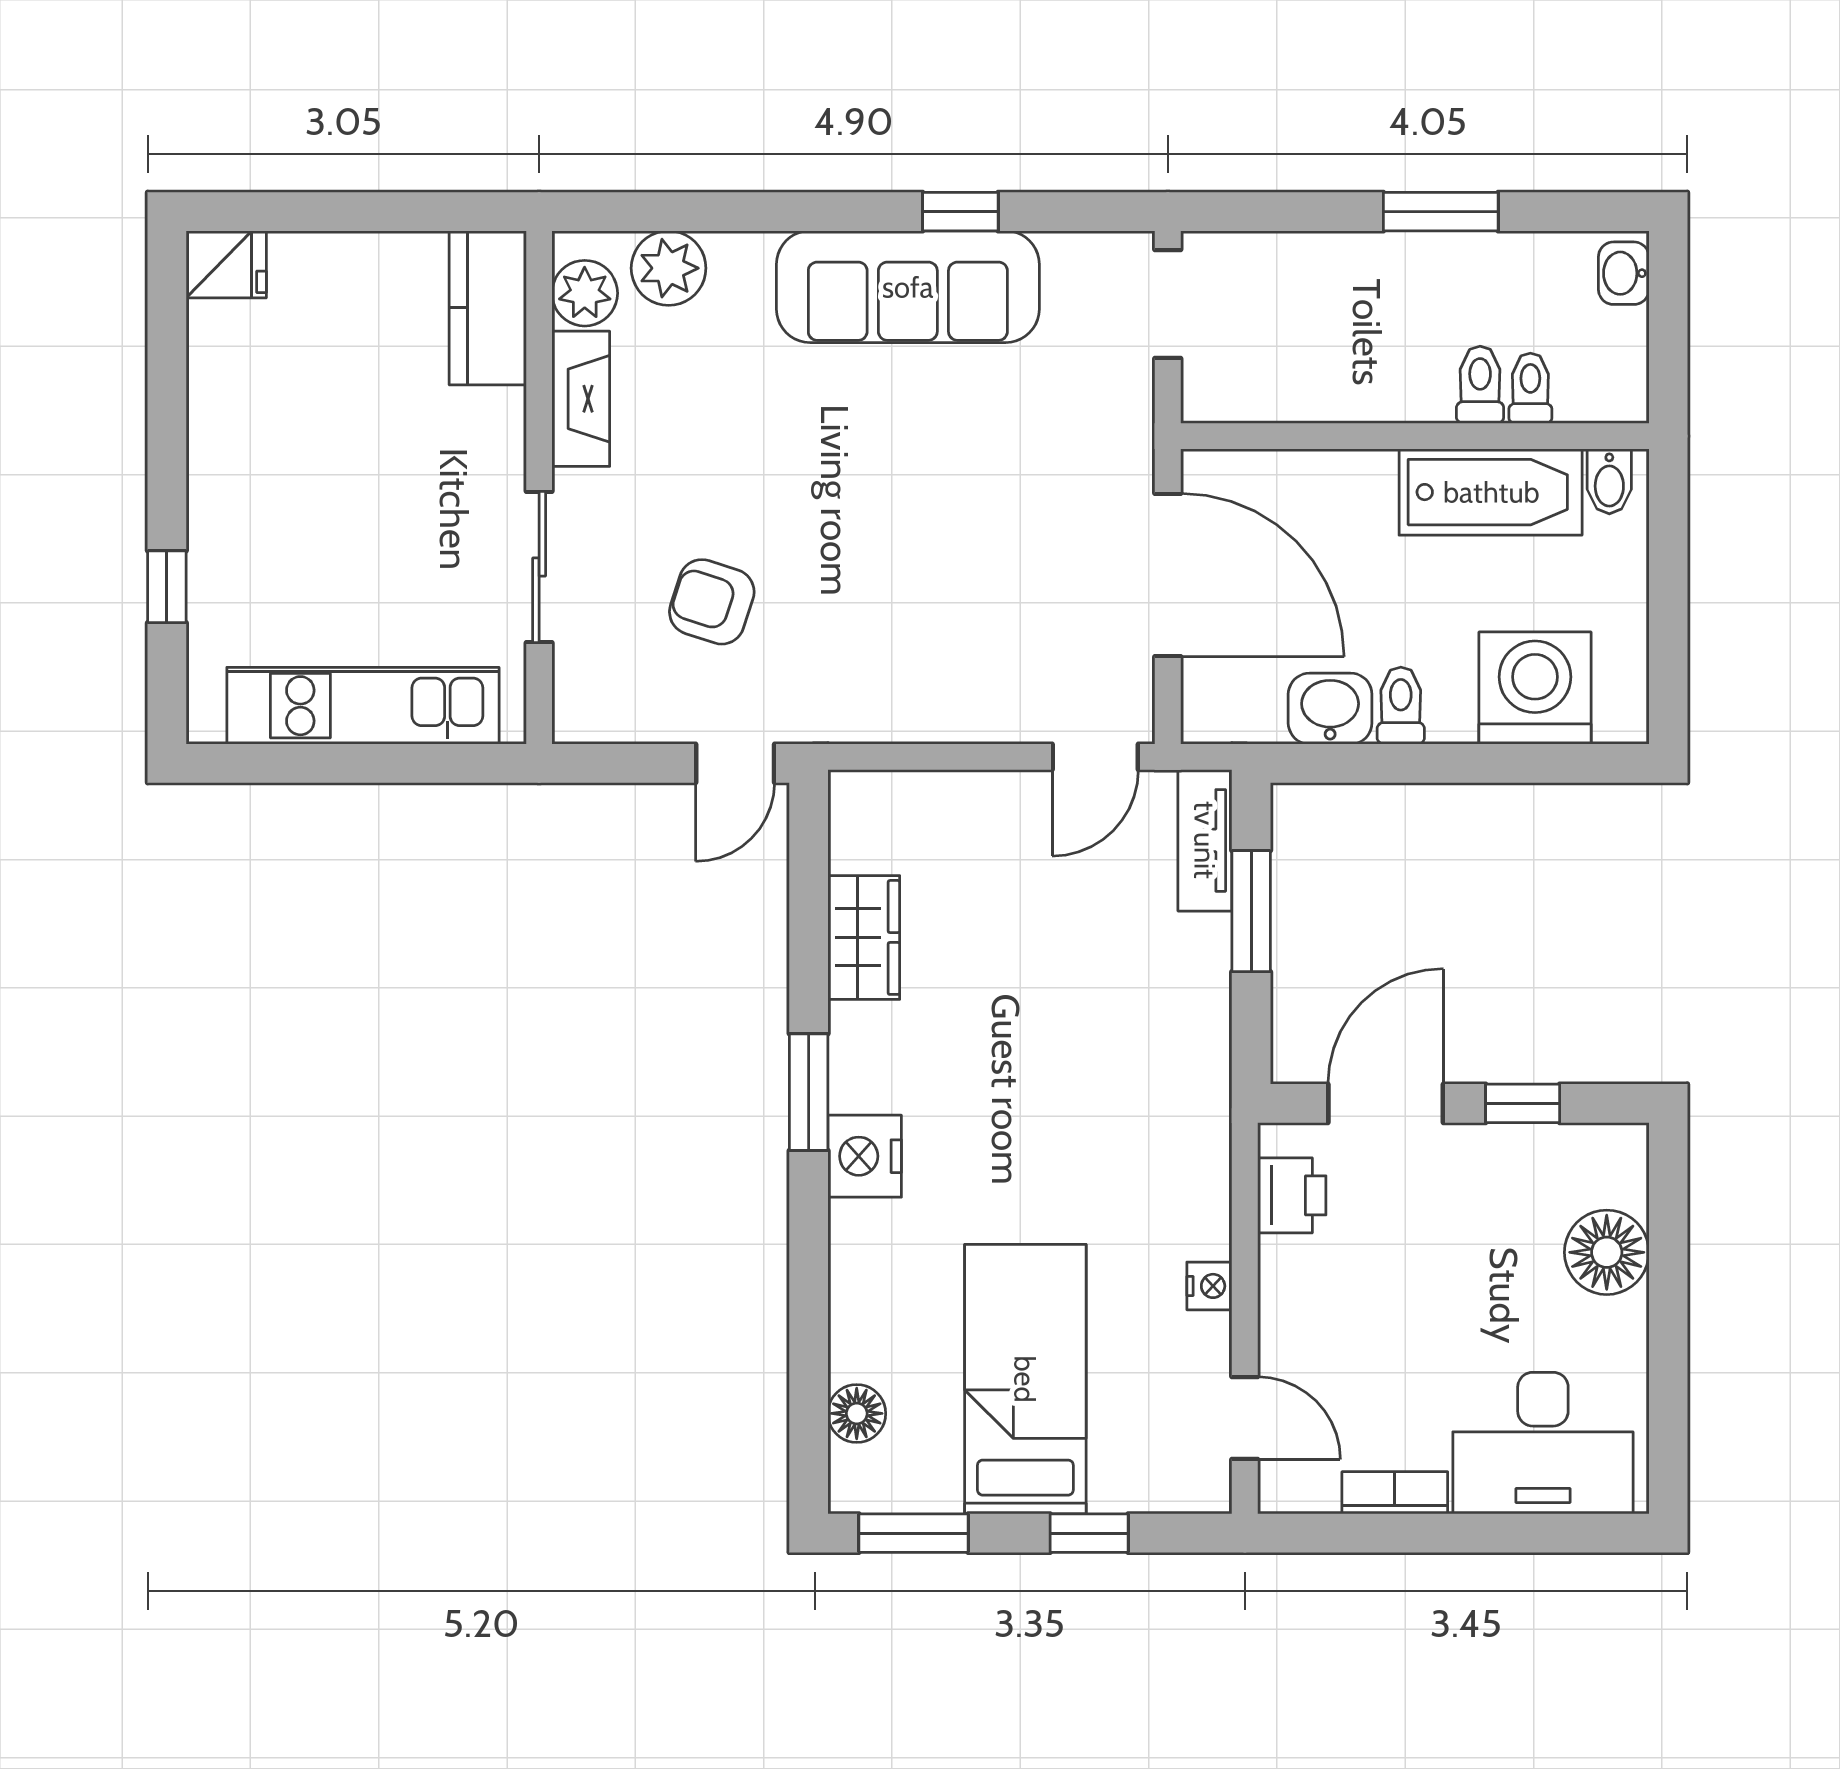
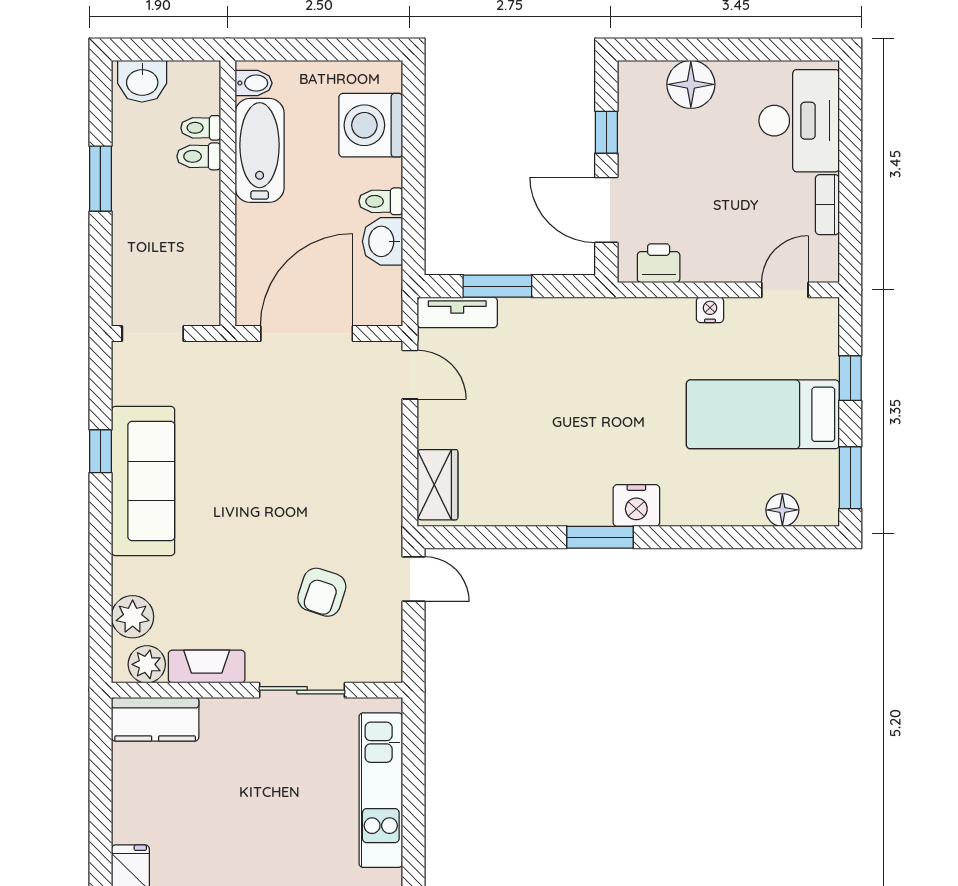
washbasin: (1624, 273) -> (142, 81), width x1.38, depth x1.45
wardrobe: (864, 937) -> (437, 485), moved, turned 90

